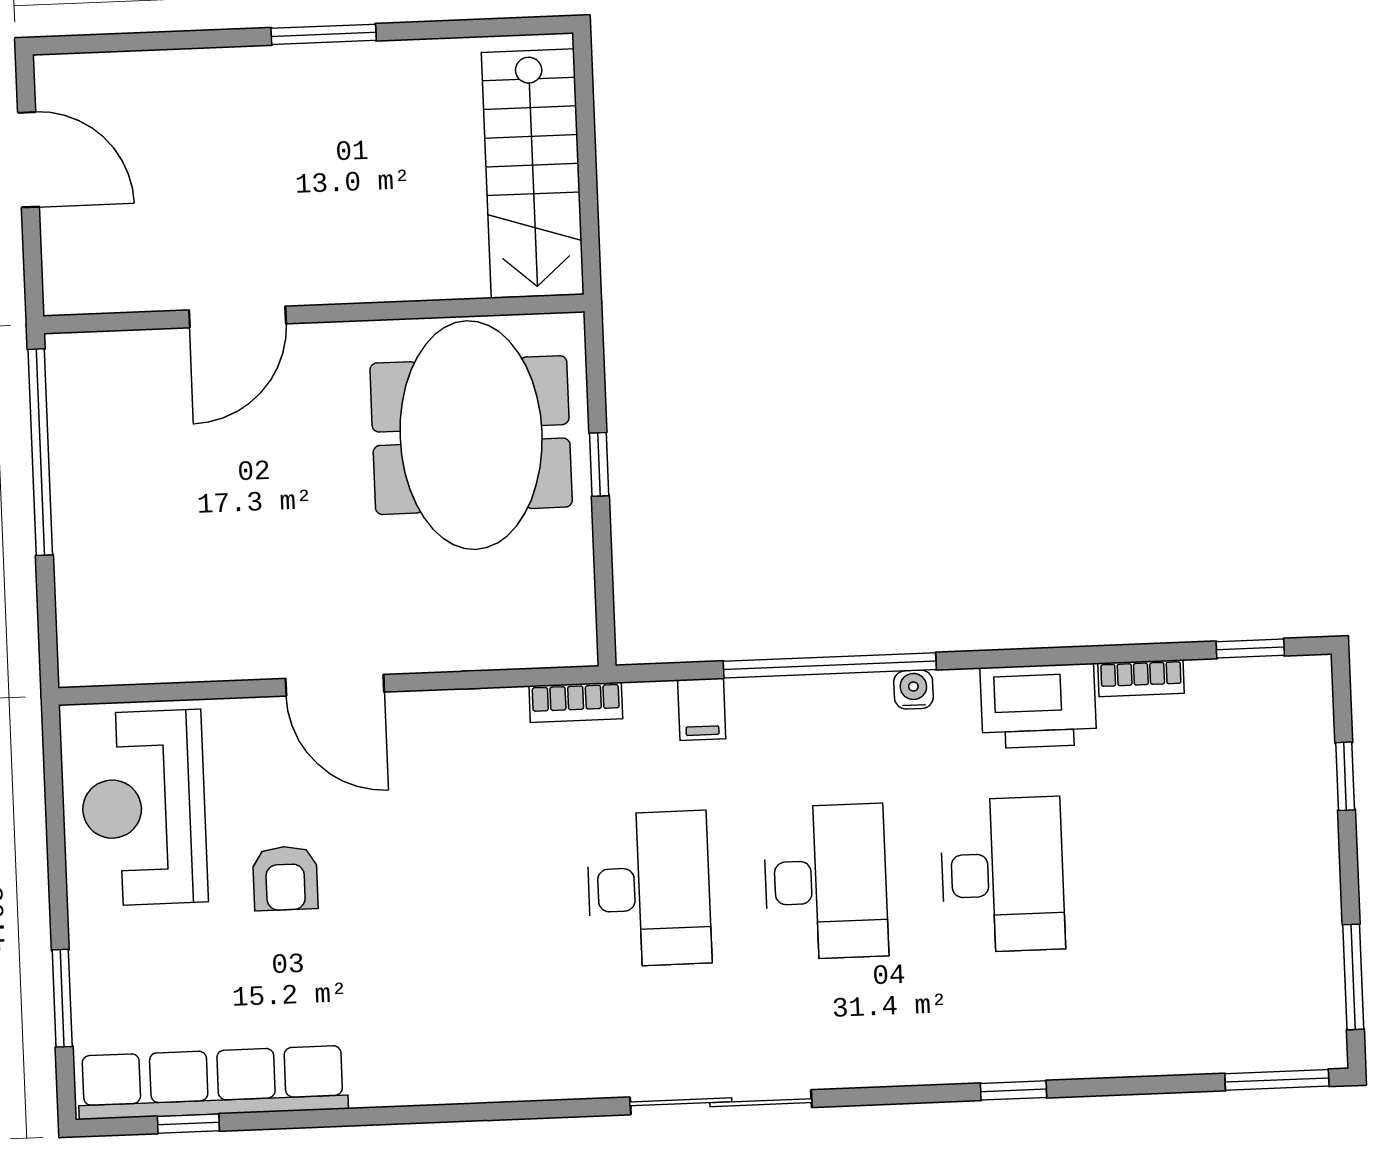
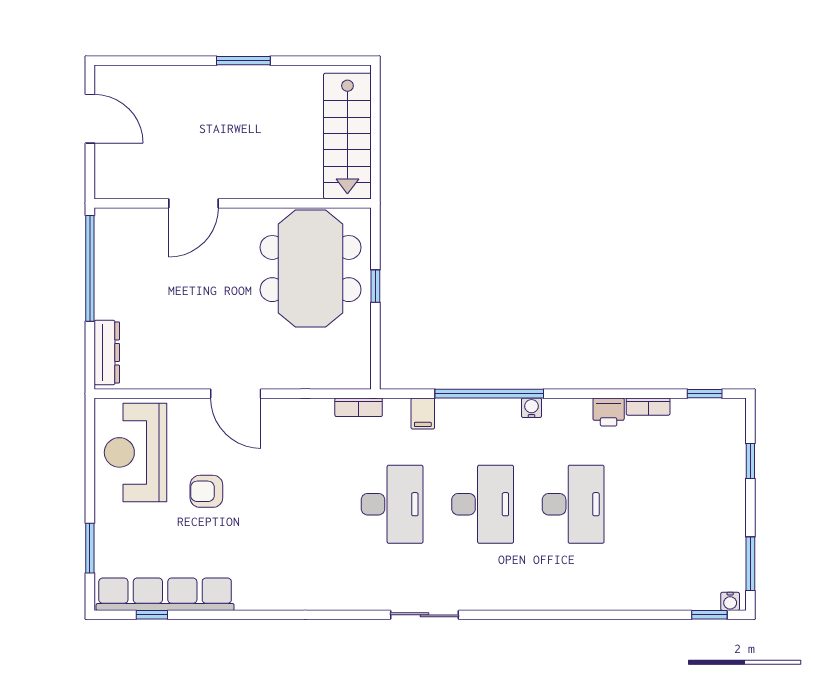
dresser: (80, 615) -> (107, 352), added
printer: (1038, 706) -> (609, 412), width x0.53, depth x0.68
armchair: (285, 878) -> (206, 491), turned 90
water cooler: (1316, 1052) -> (730, 601), added
window: (1277, 1080) -> (709, 615), width x0.67
window: (1013, 1090) -> (574, 615), removed
sliding door: (721, 1102) -> (425, 615), width x0.73

